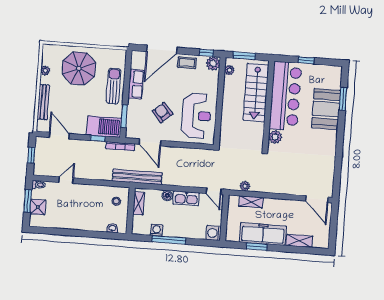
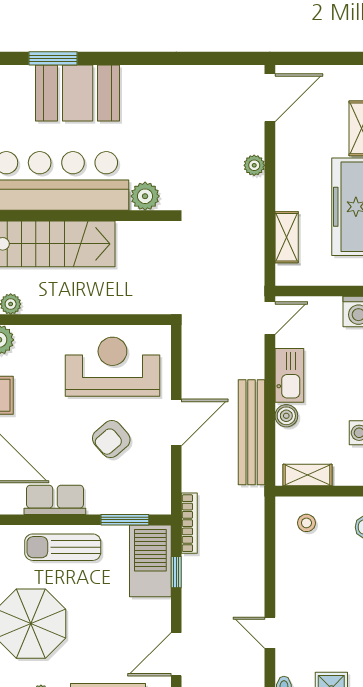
door: (150, 142) -> (176, 422), moved
bench: (137, 177) -> (252, 432), moved
plant: (245, 186) -> (254, 165), moved

